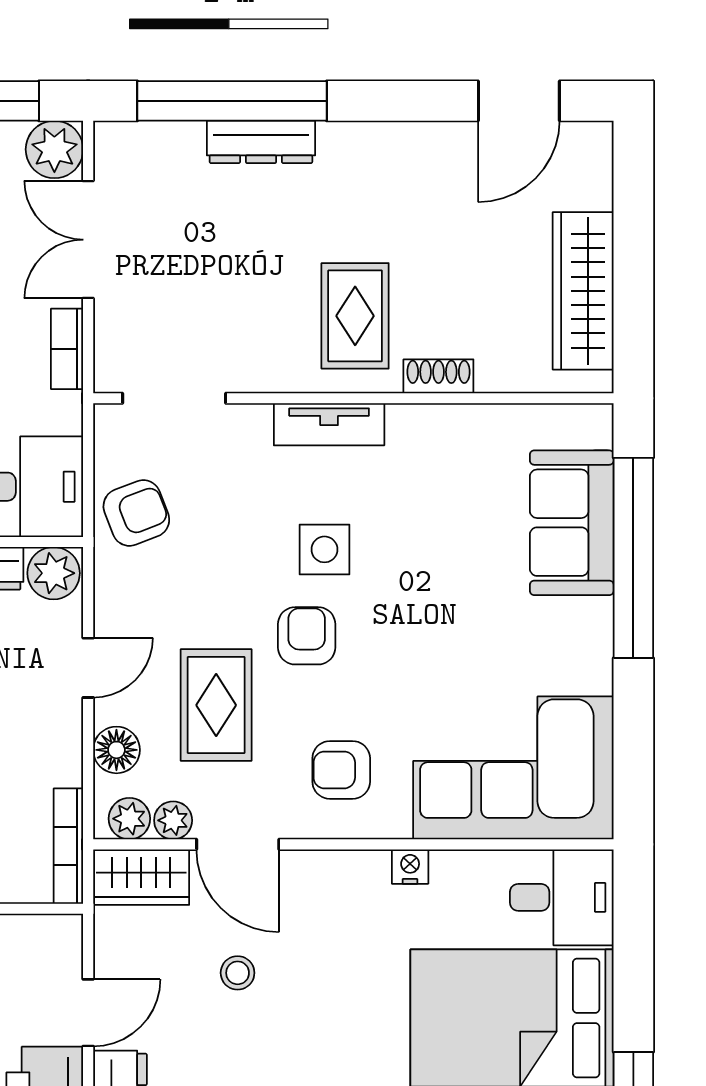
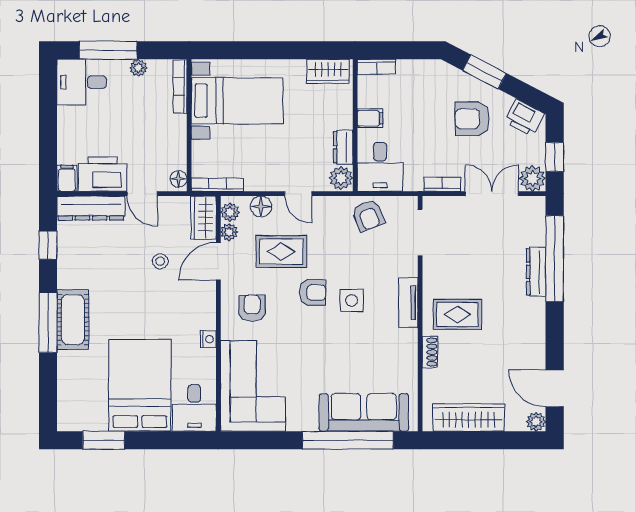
plant: (592, 142) -> (536, 422), added
sofa: (572, 523) -> (364, 412), width x1.36
floor lamp: (56, 932) -> (179, 179), added

